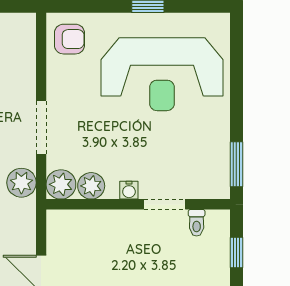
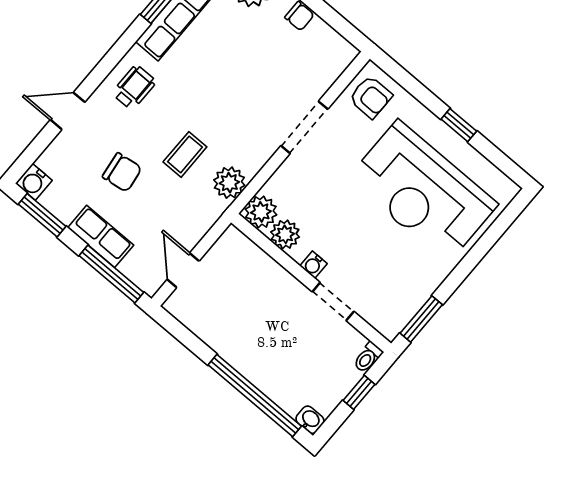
doorway: (41, 127) -> (304, 127), moved
toilet: (197, 223) -> (368, 357), moved

